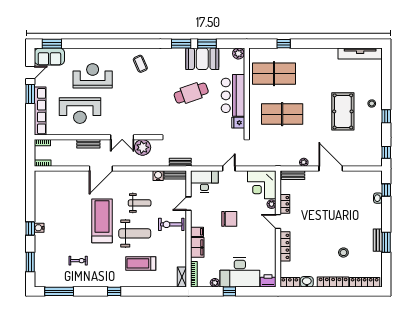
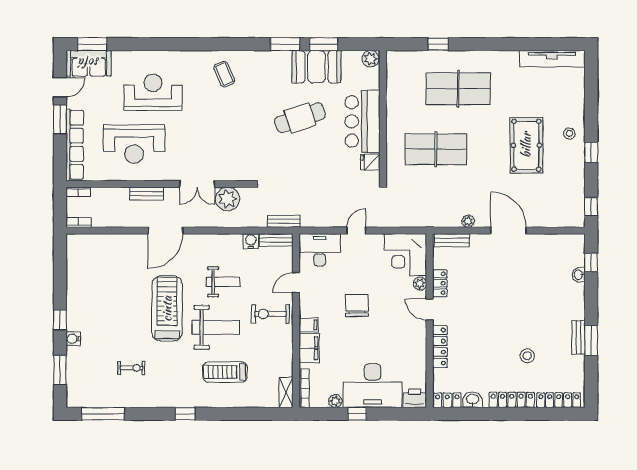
table tennis table: (274, 74) -> (458, 89), moved
chair: (229, 219) -> (357, 305), turned -90
water cooler: (39, 228) -> (73, 339), moved

